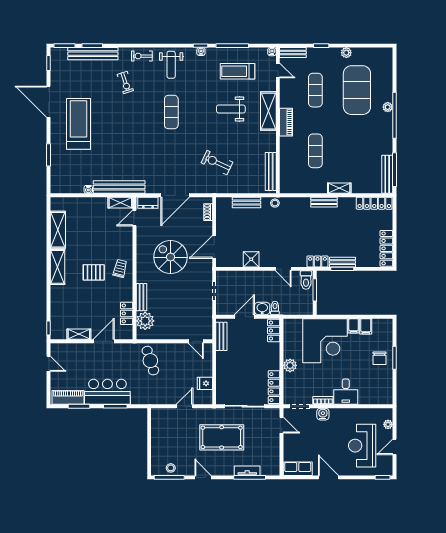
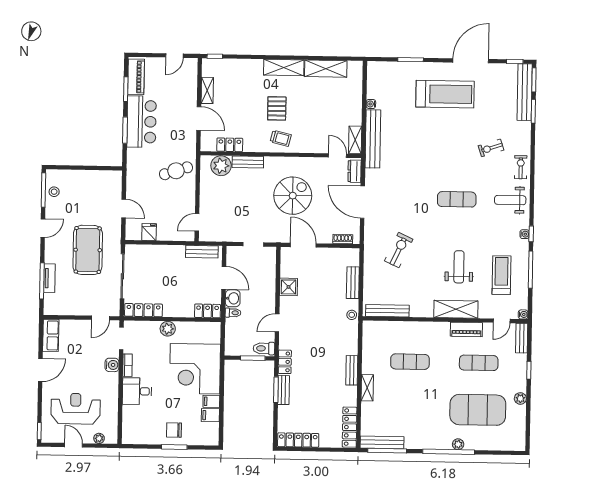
bench: (93, 54) -> (525, 92), moved
piano: (286, 122) -> (466, 329), moved

